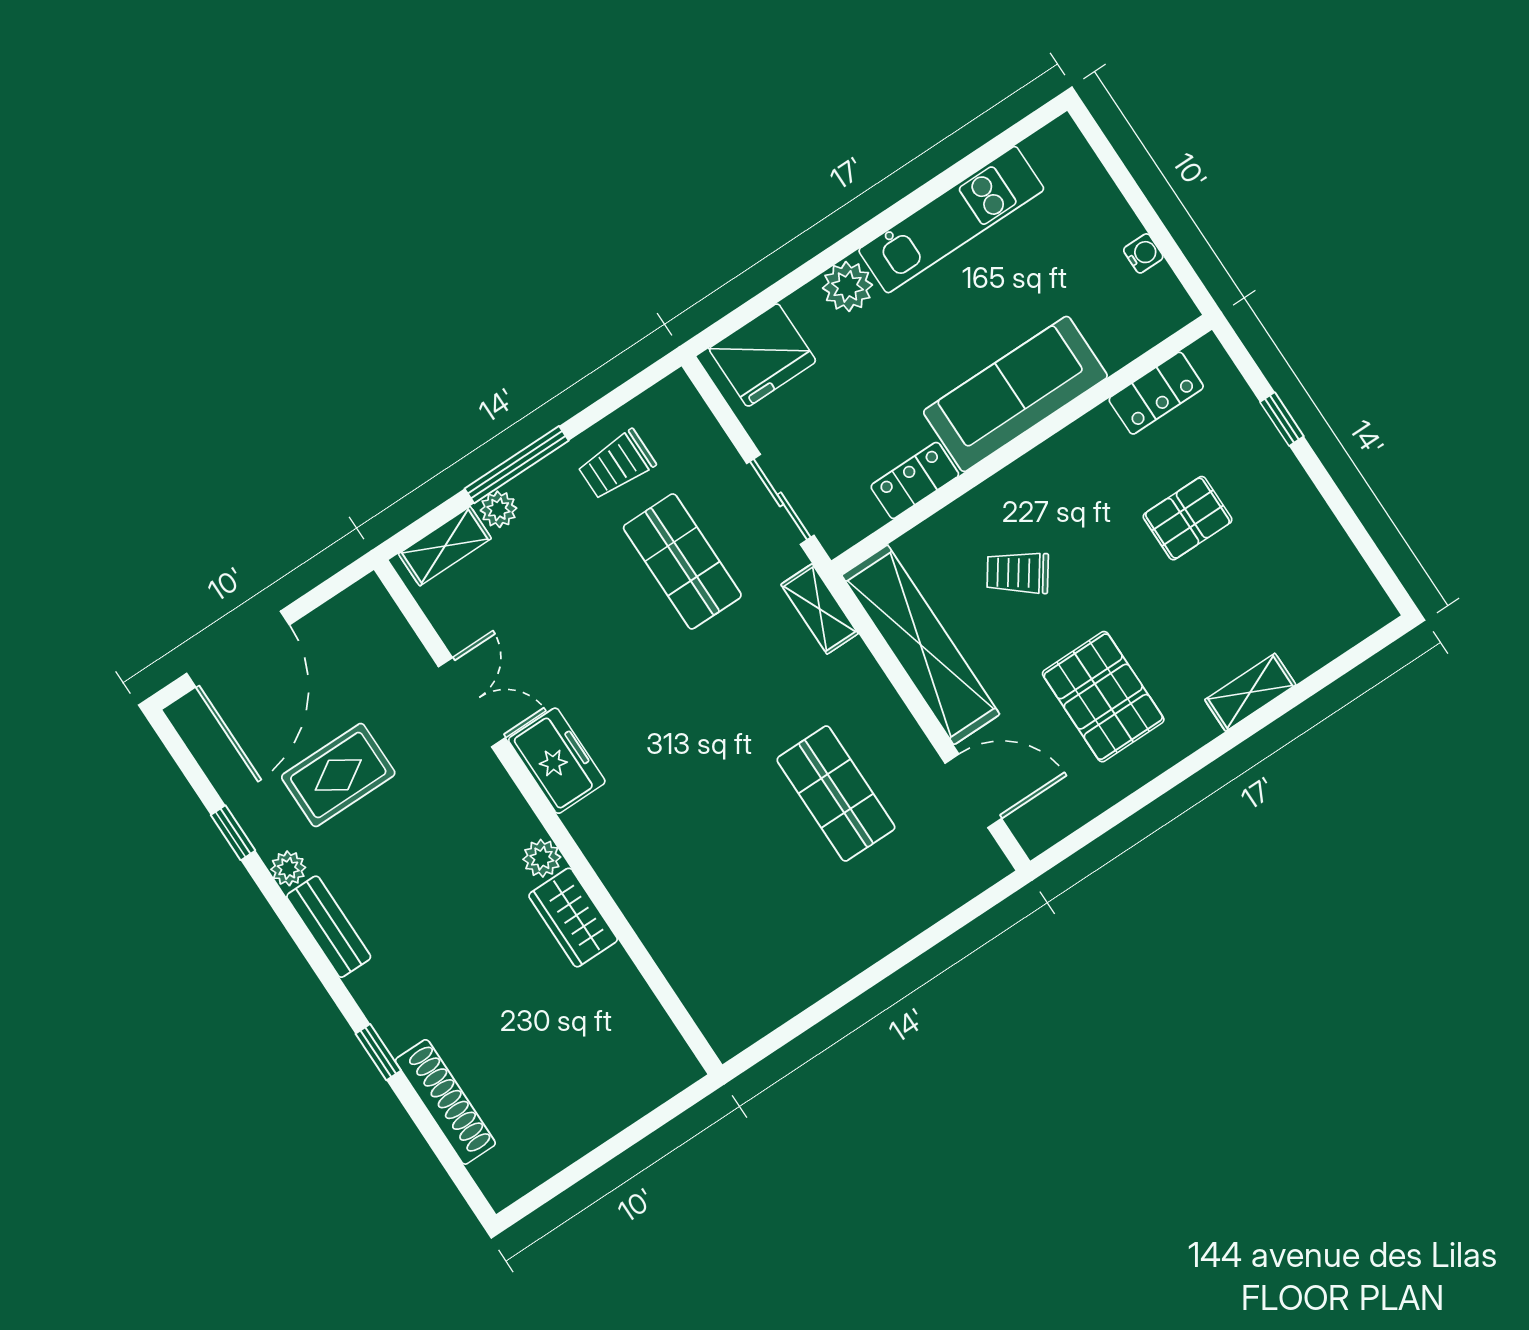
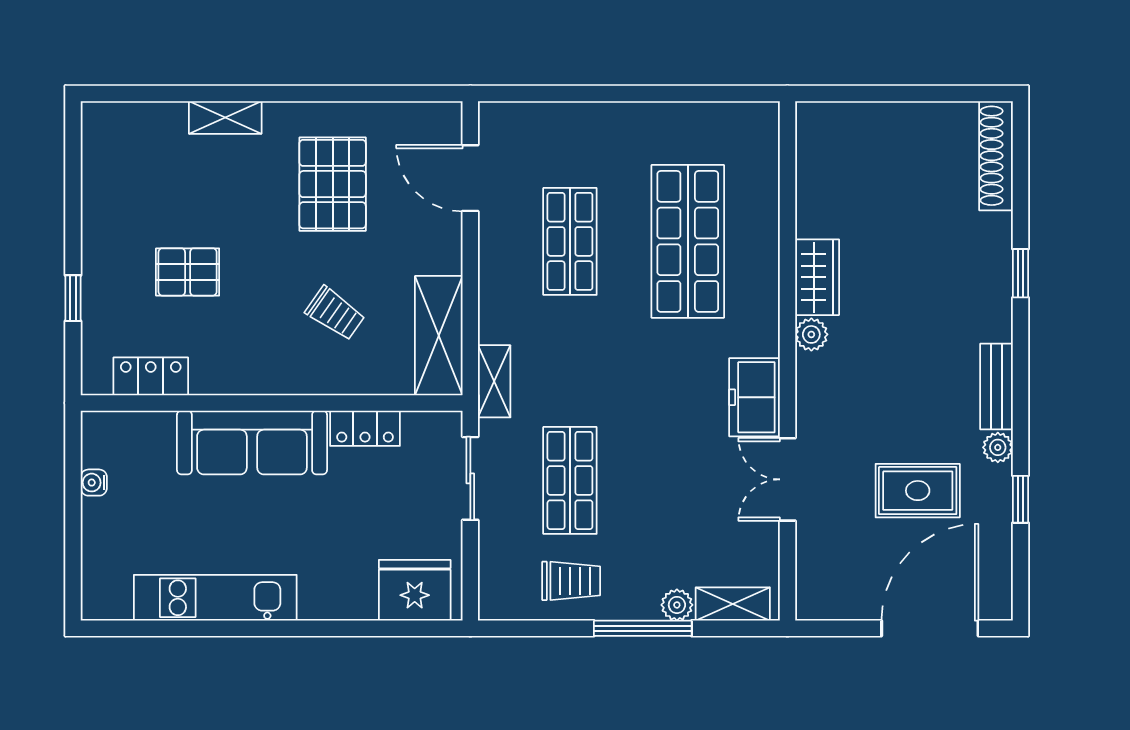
plant: (847, 286) -> (321, 599), removed
shelving: (921, 645) -> (439, 336), width x0.68
shop shelf: (722, 869) -> (688, 241), added
shoe rack: (445, 1102) -> (996, 156), moved

